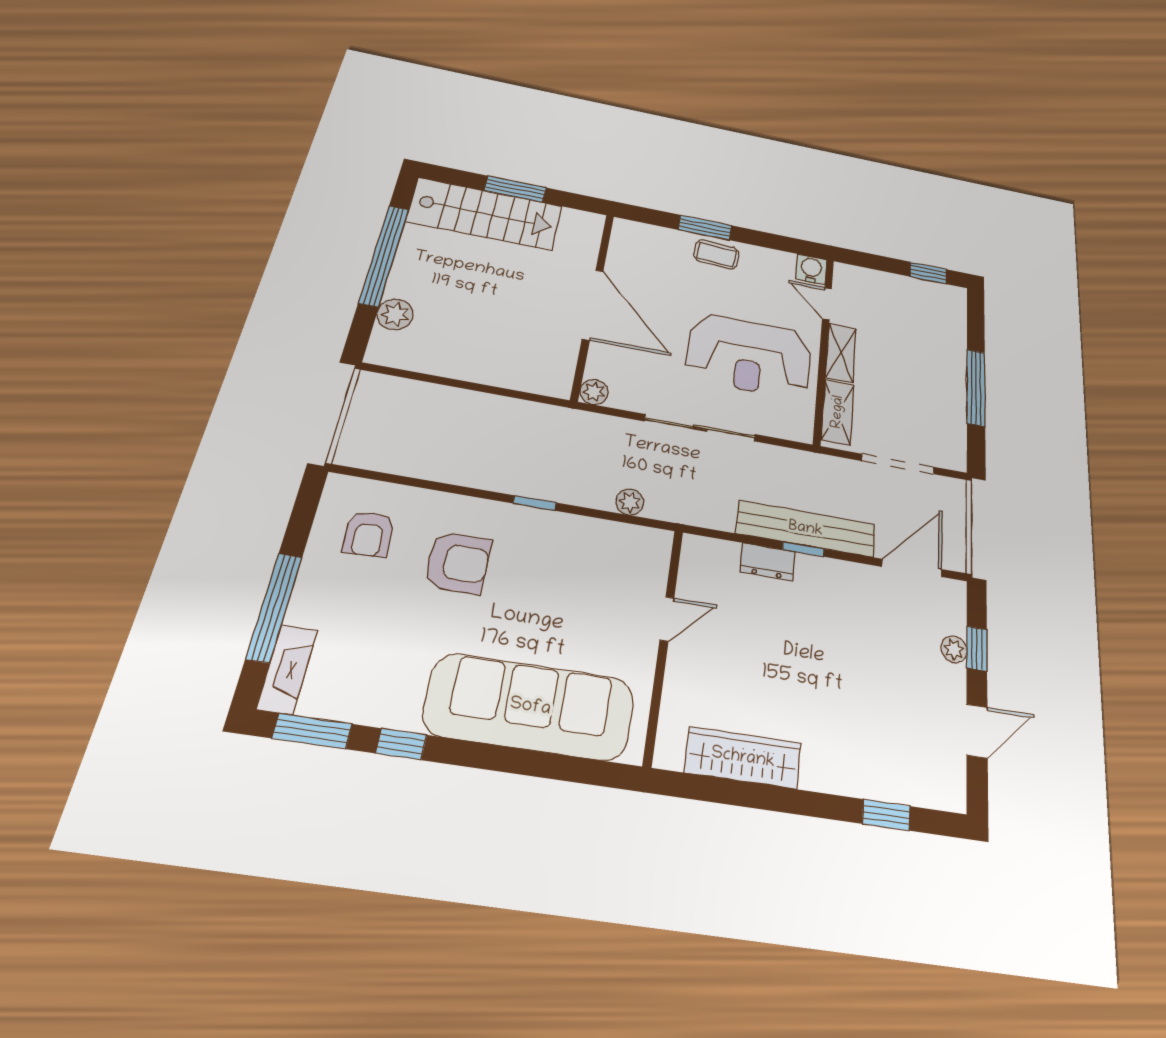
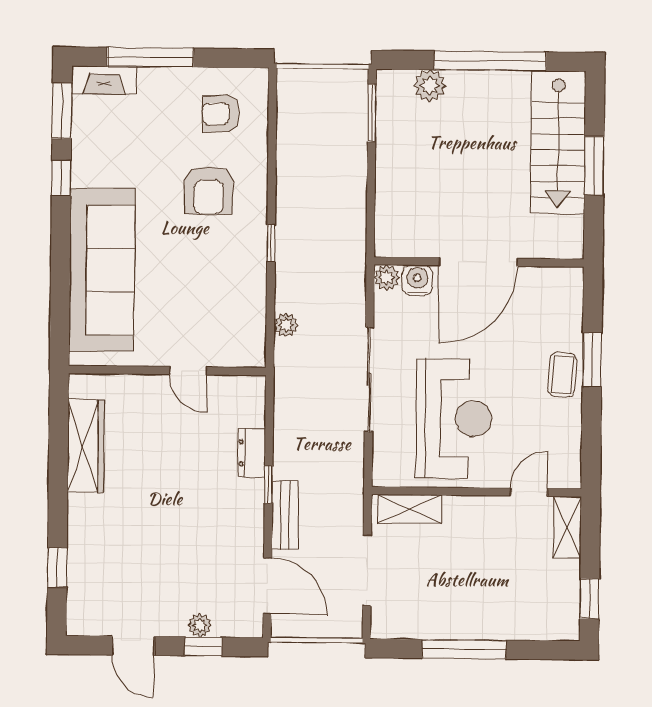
water cooler: (811, 269) -> (417, 280), moved, turned -90
shelving: (841, 353) -> (567, 527), moved, turned 90
reception desk: (749, 356) -> (454, 418), turned 180
window: (410, 375) -> (372, 113), added
bench: (806, 529) -> (285, 515), width x0.54, depth x0.82

